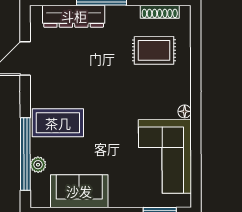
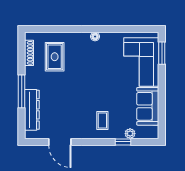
coffee table: (58, 123) -> (102, 120), width x0.54, depth x0.58
window: (25, 154) -> (123, 142), width x0.32
corner sofa: (165, 156) -> (141, 62), moved, turned 90

